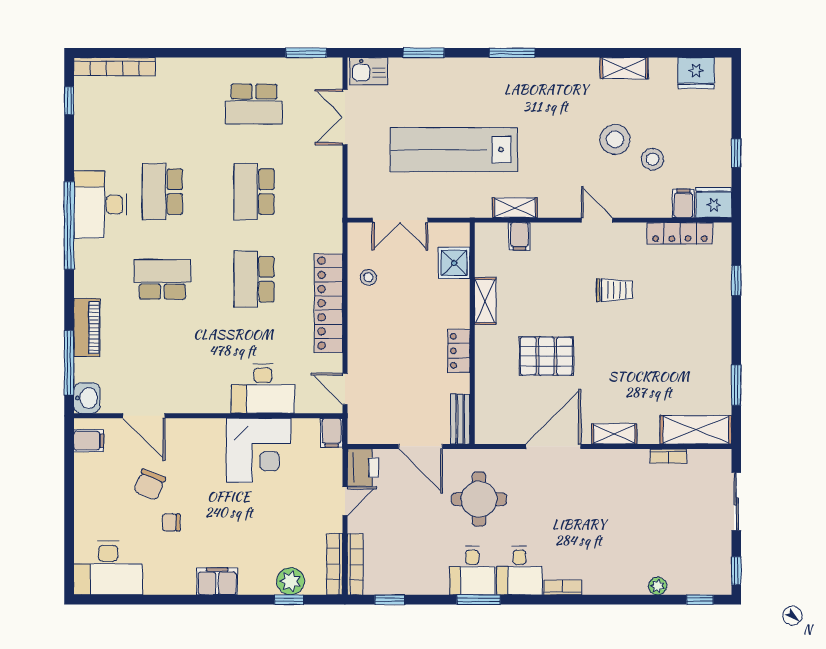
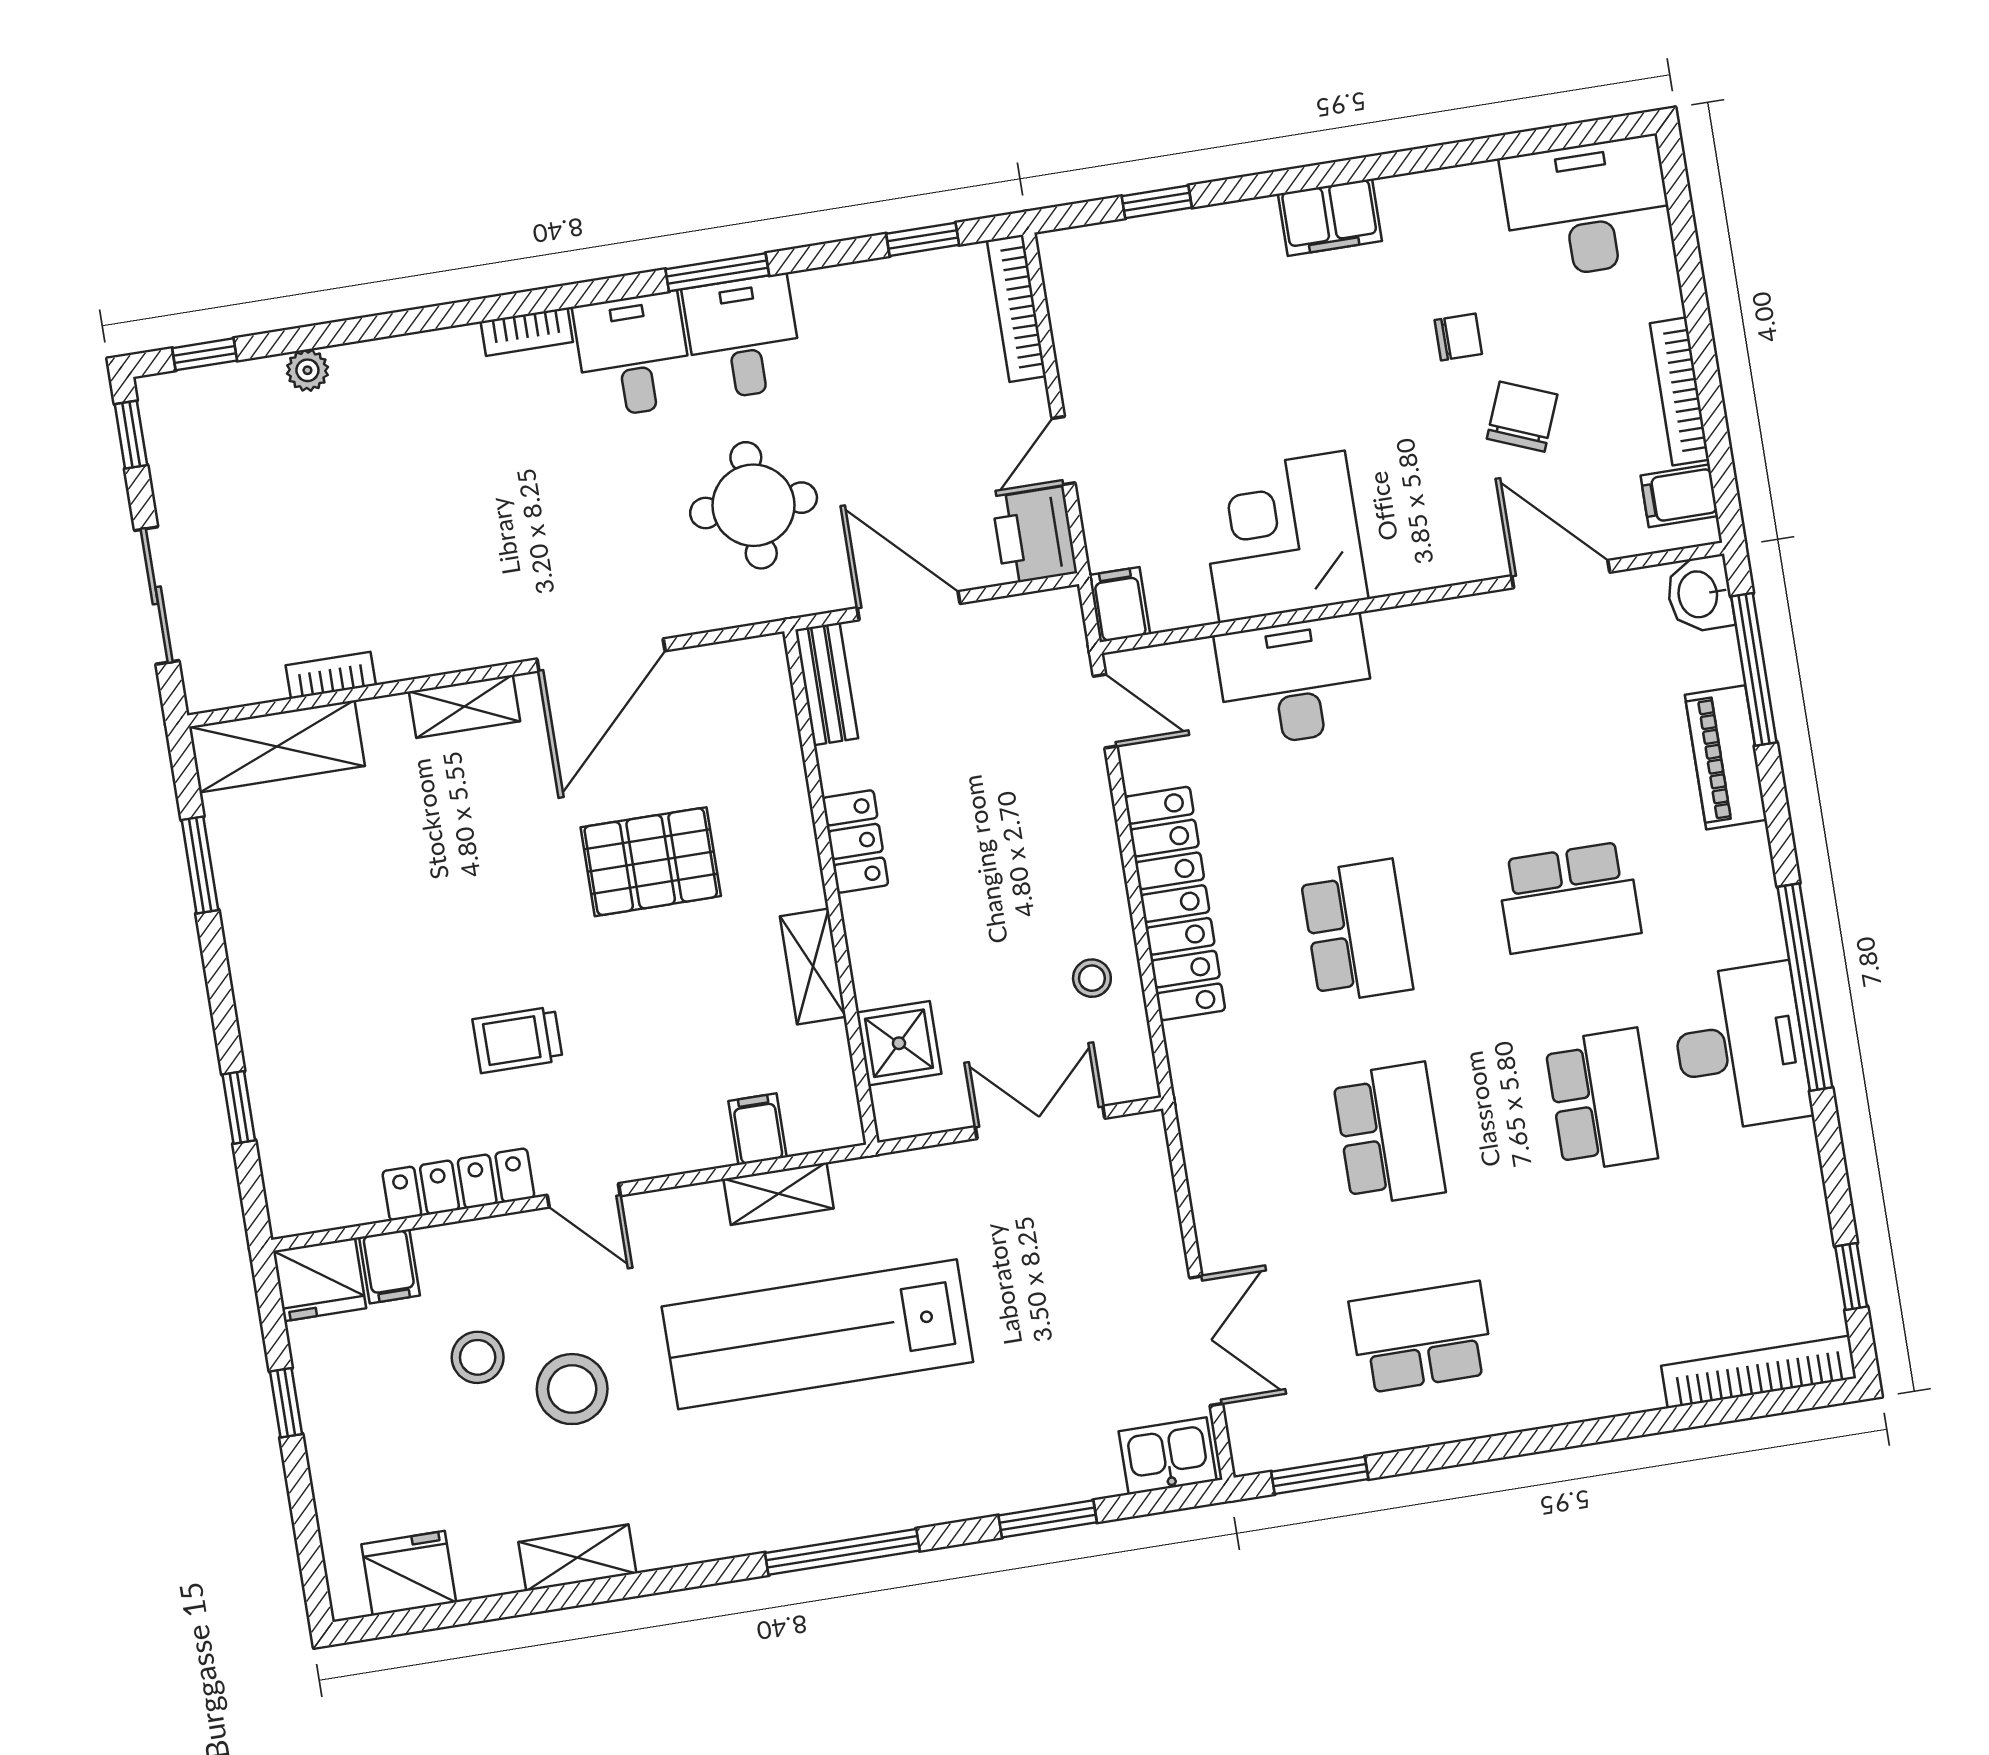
window: (512, 53) -> (842, 1552), width x1.44
lab bench: (454, 150) -> (817, 1334), moved, turned 180
locker: (680, 233) -> (458, 1184), moved
bookcase: (335, 564) -> (1679, 391), moved, turned 180
plant: (291, 581) -> (1160, 245), removed

